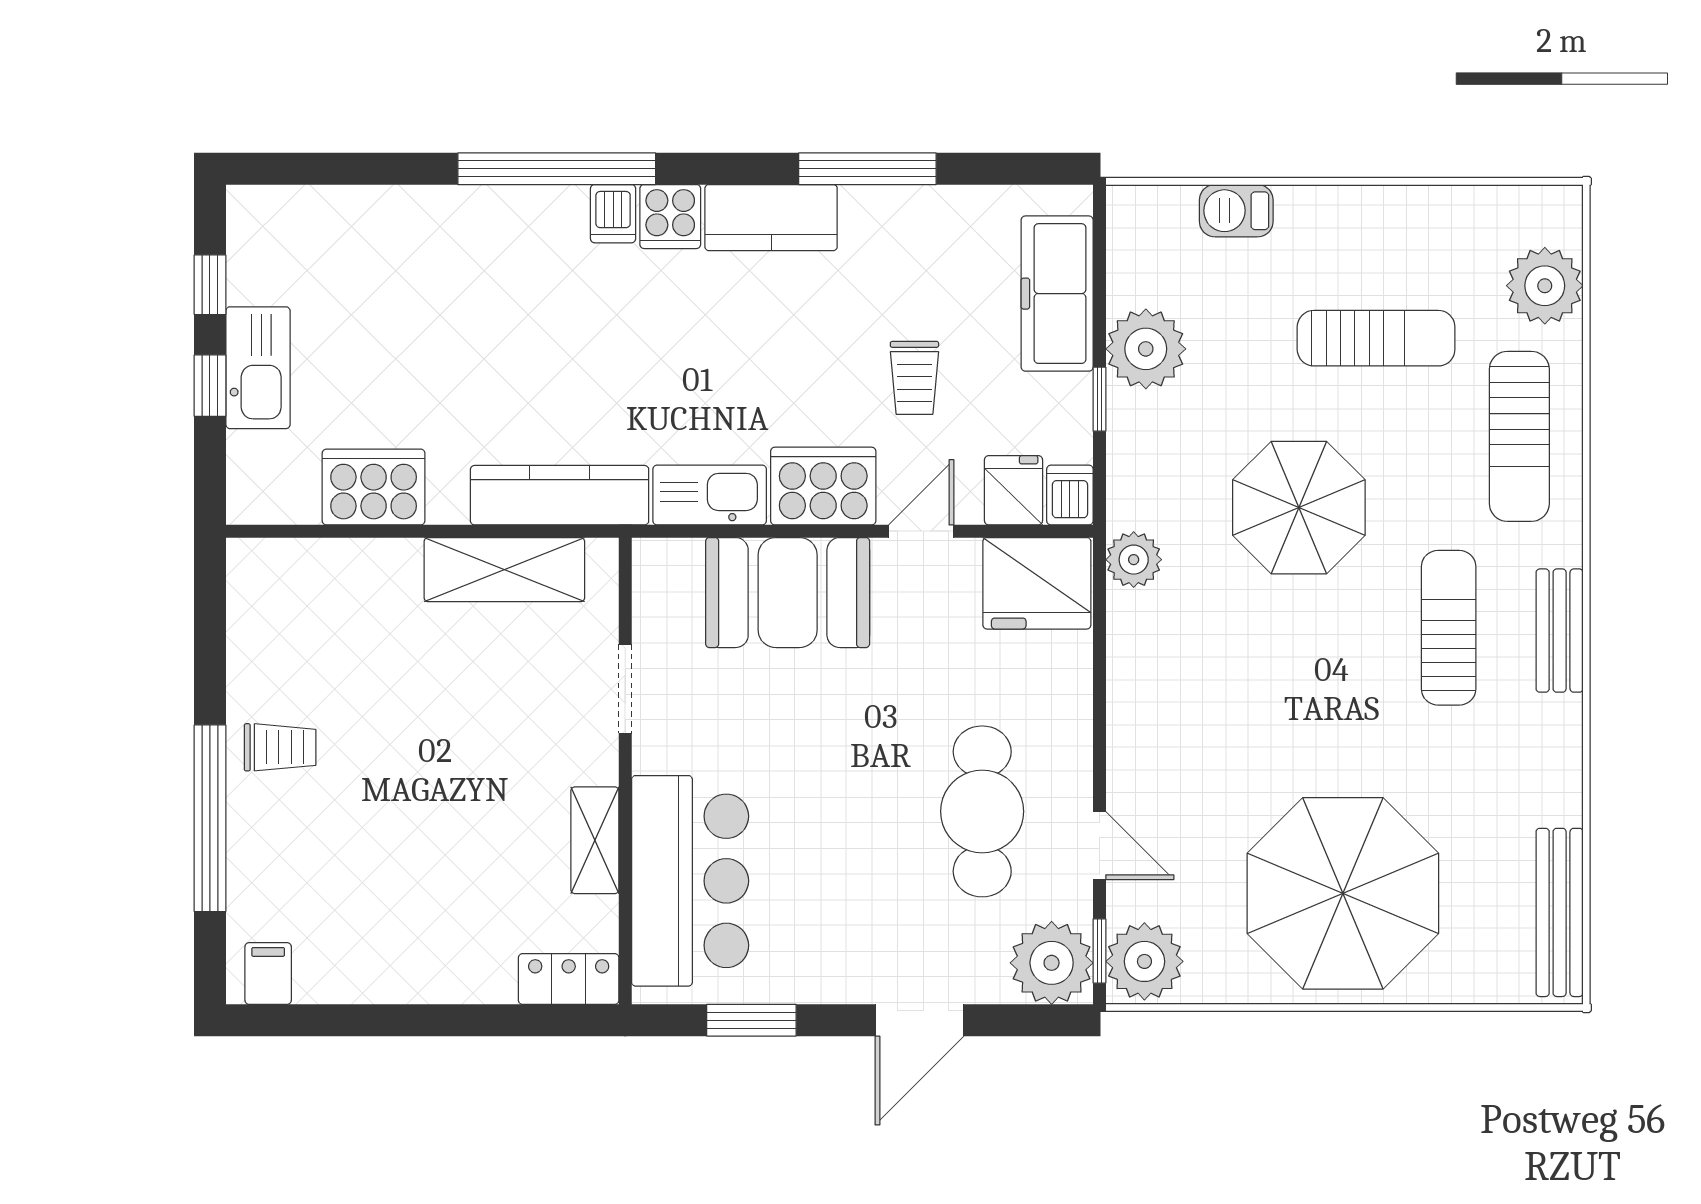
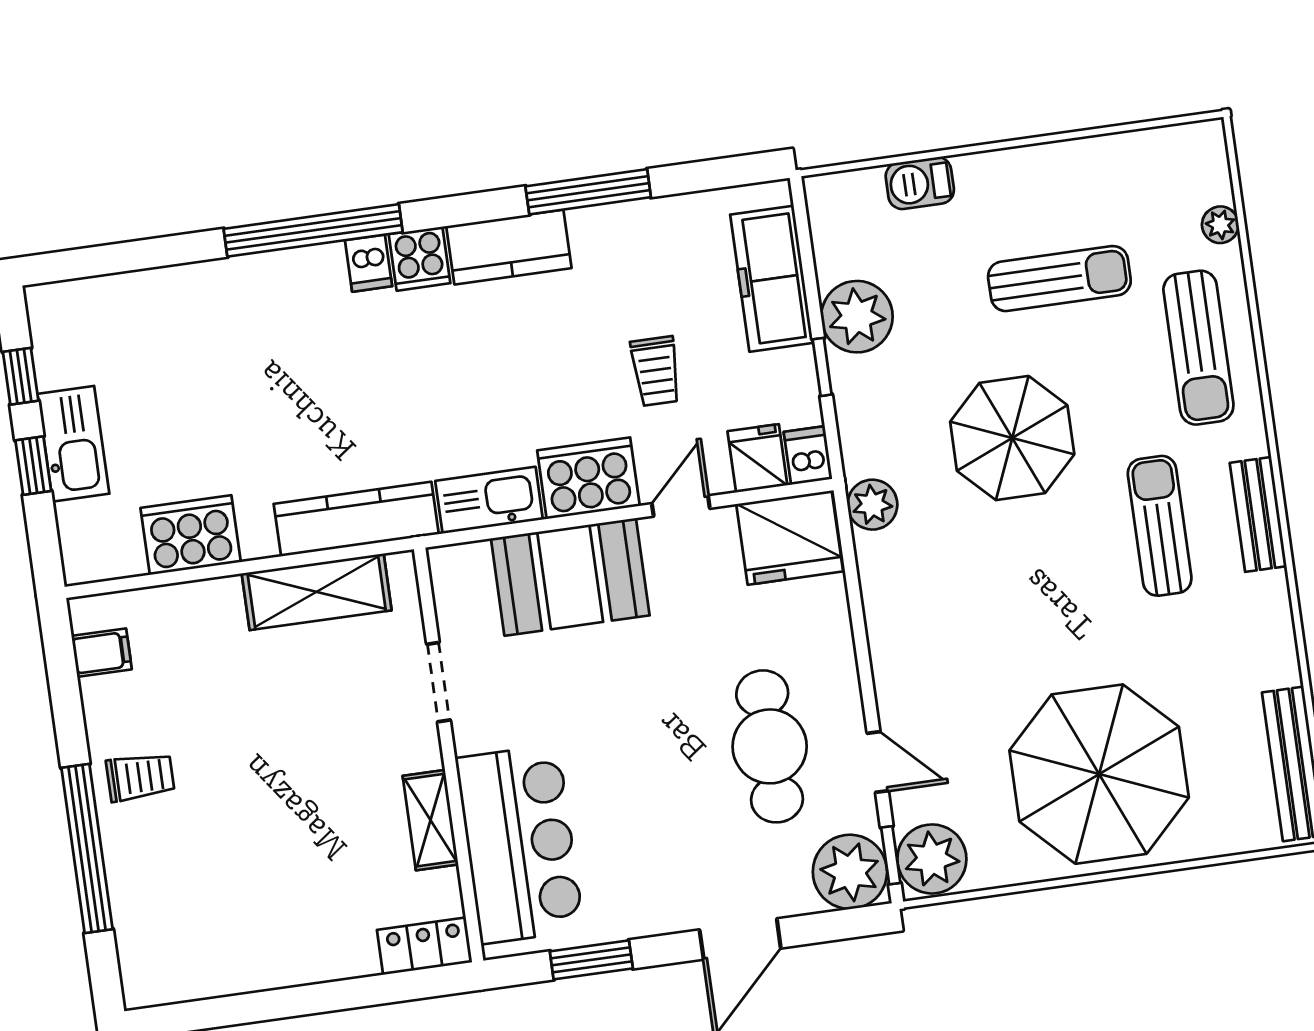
plant: (1545, 286) -> (1220, 225), width x0.53, depth x0.53
filing cabinet: (268, 974) -> (102, 653), moved, turned 90

